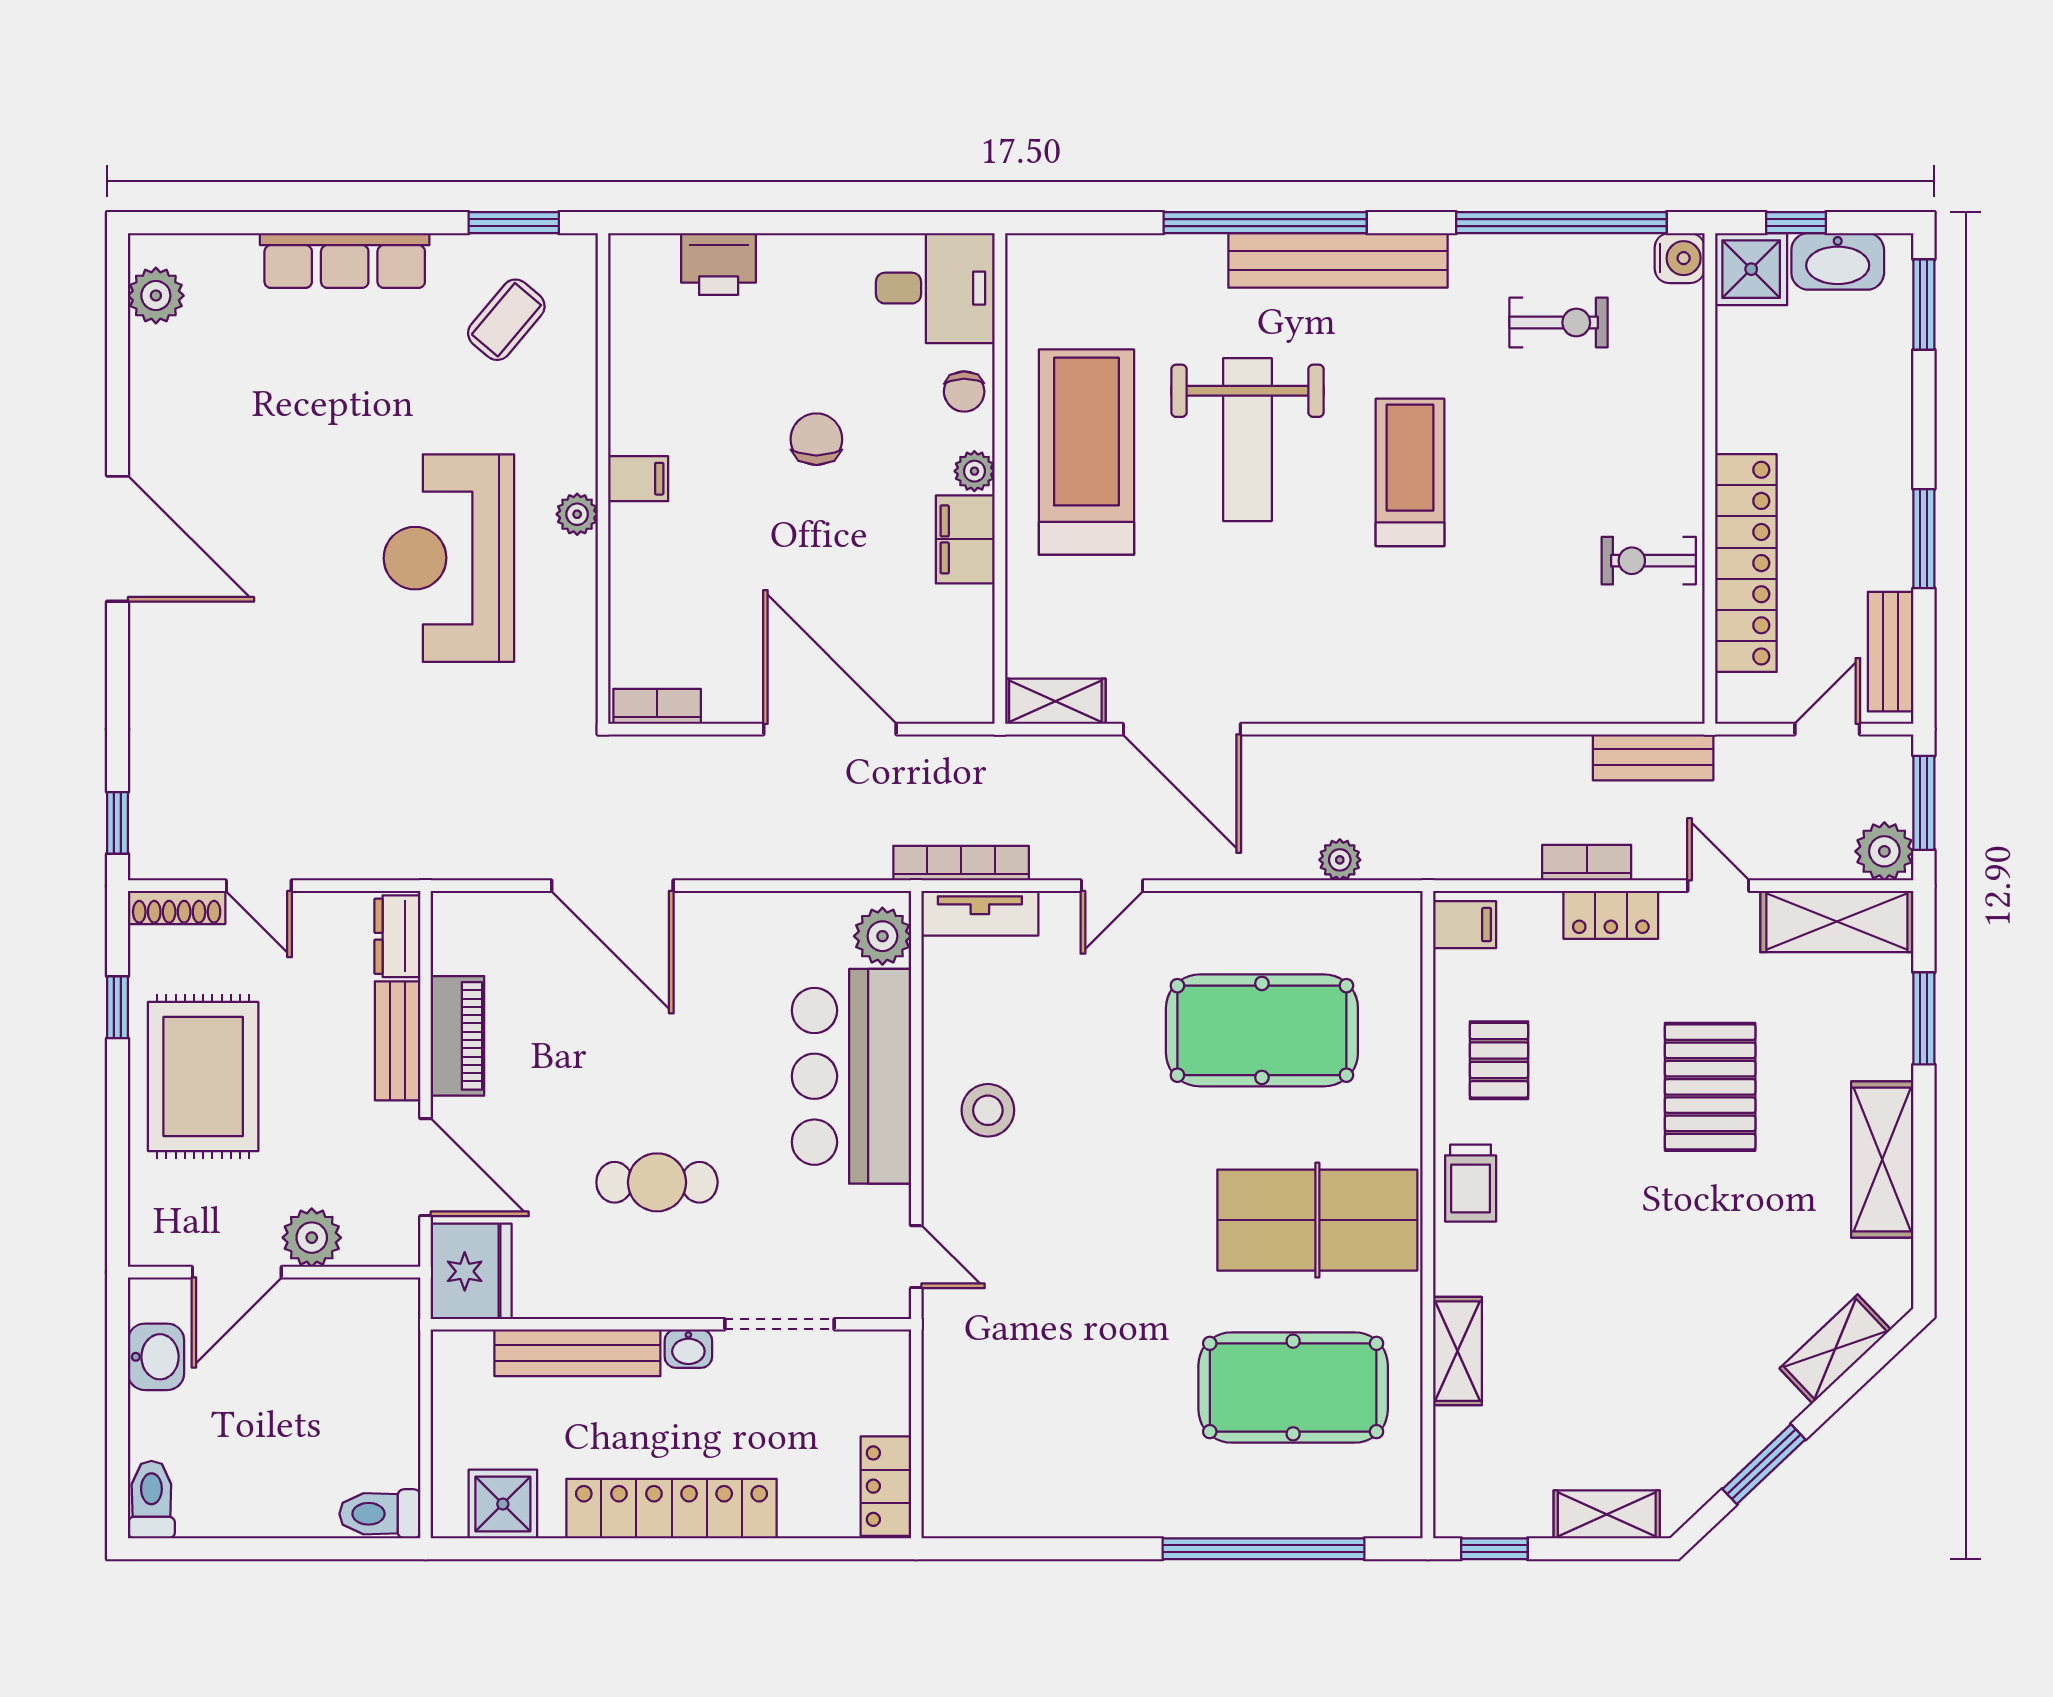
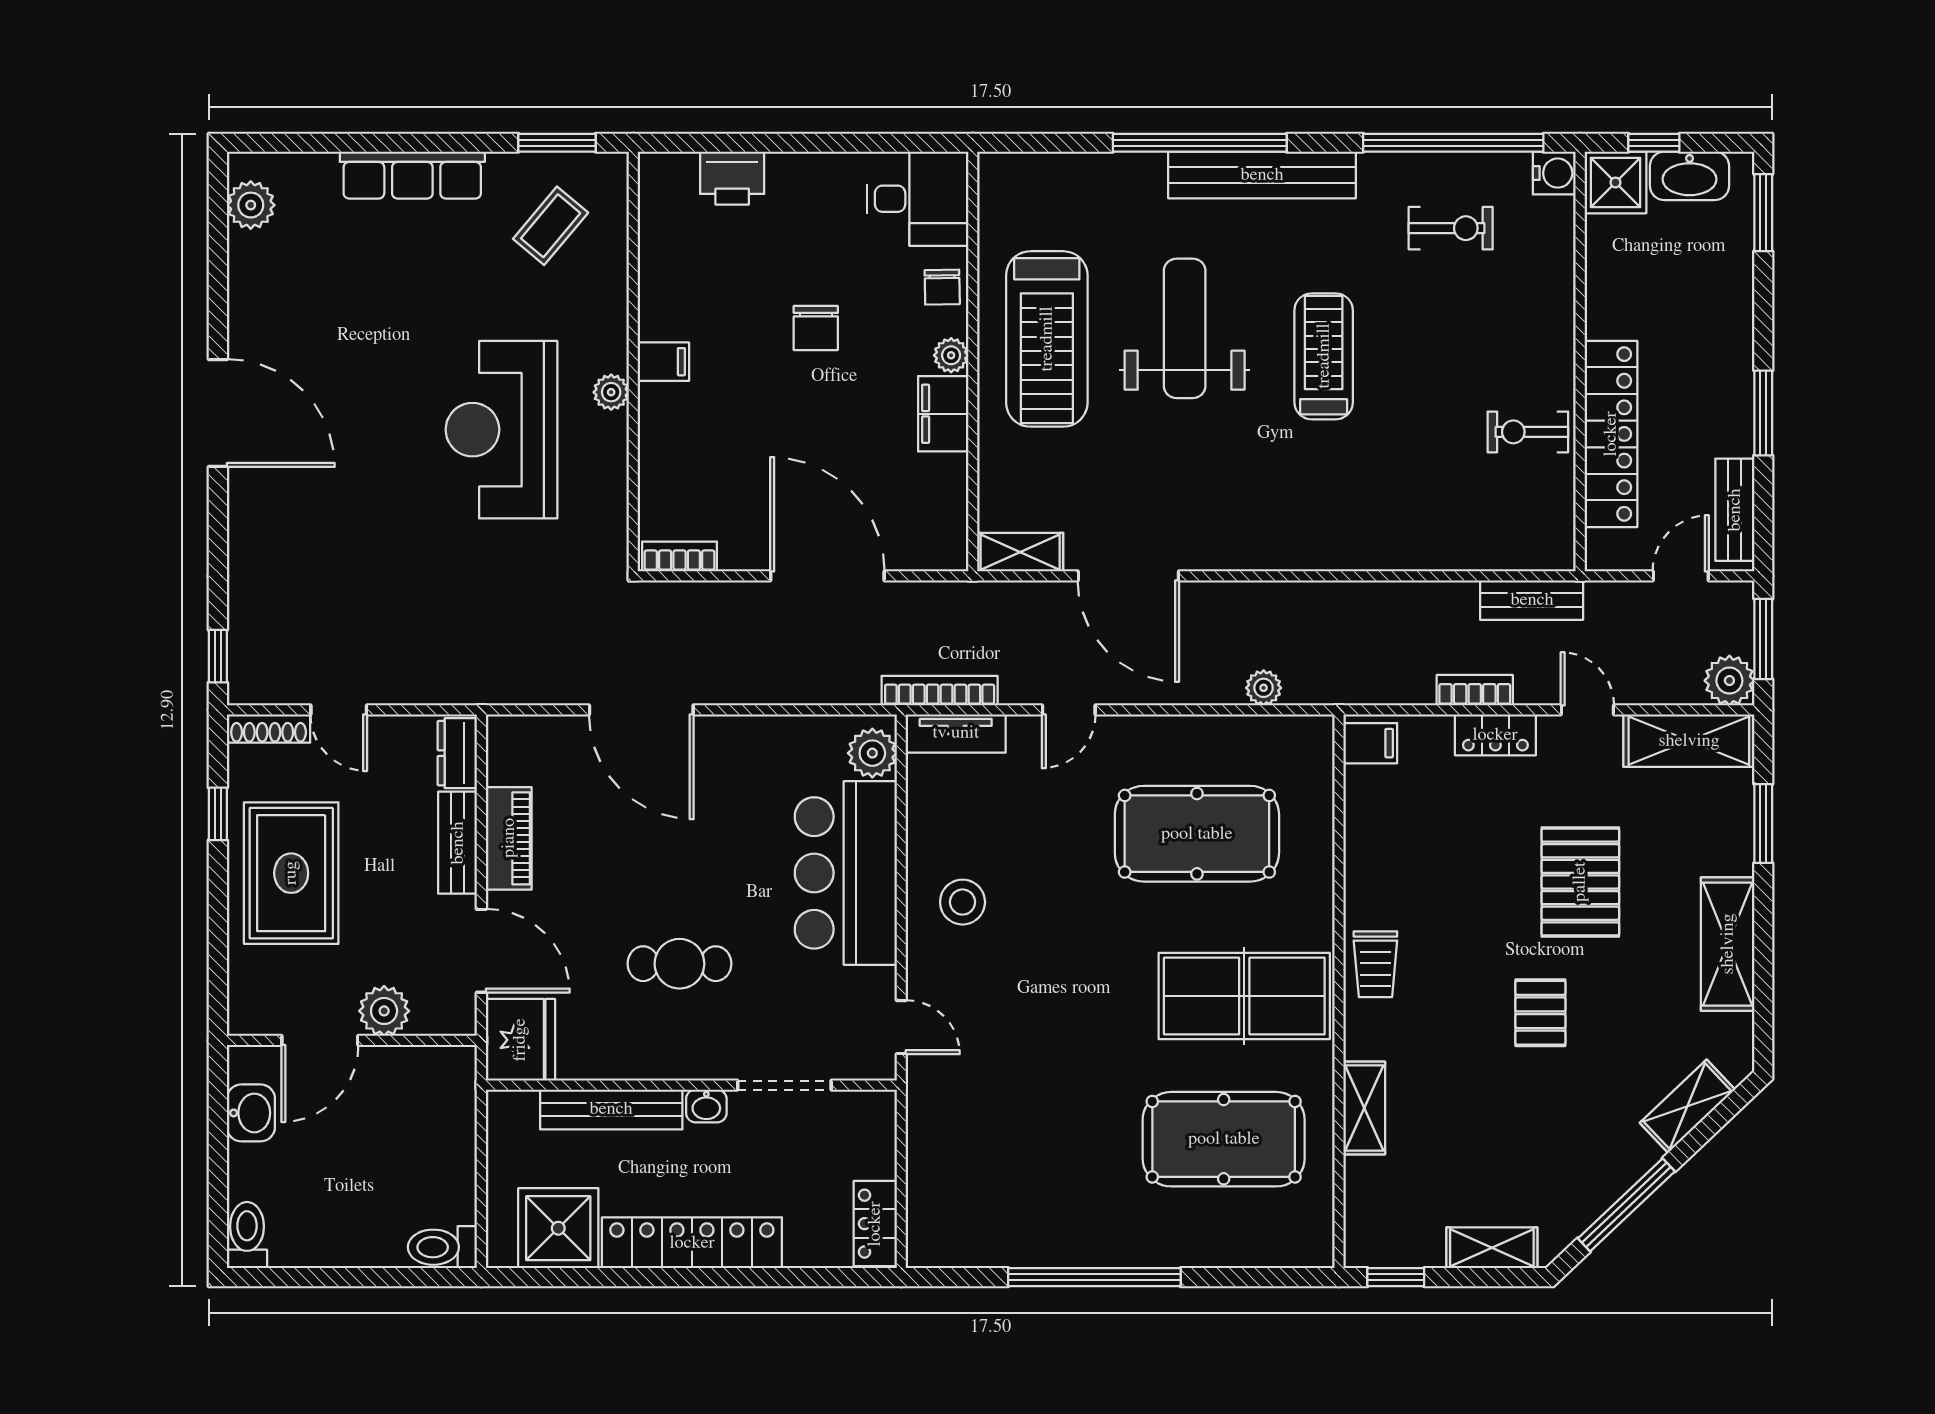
chair: (816, 439) -> (816, 328), turned 180
weight bench: (1247, 440) -> (1185, 328), turned 180
treadmill: (1086, 452) -> (1047, 339), turned 180
pallet: (1499, 1060) -> (1540, 1013), moved
window: (1764, 1464) -> (1626, 1205), width x1.44
shower: (503, 1504) -> (558, 1228), width x1.36, depth x1.36
window: (1264, 1549) -> (1094, 1277), moved

